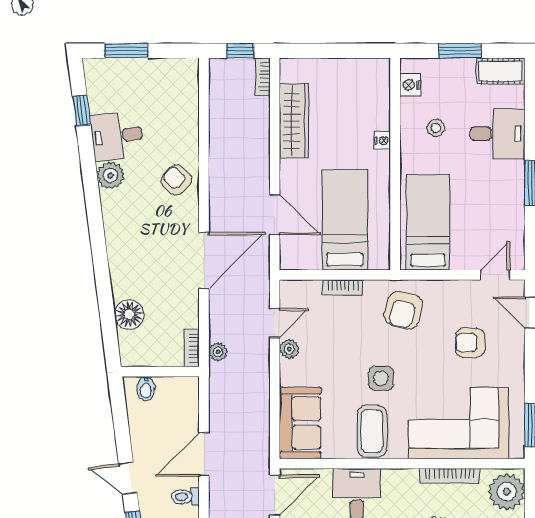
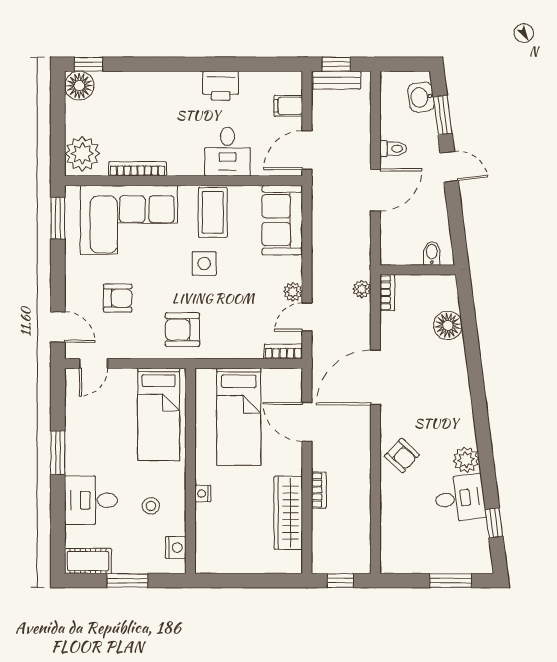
bookcase: (262, 77) -> (319, 490), moved
bookcase: (343, 287) -> (283, 351), moved
armchair: (403, 310) -> (182, 330), turned -105

